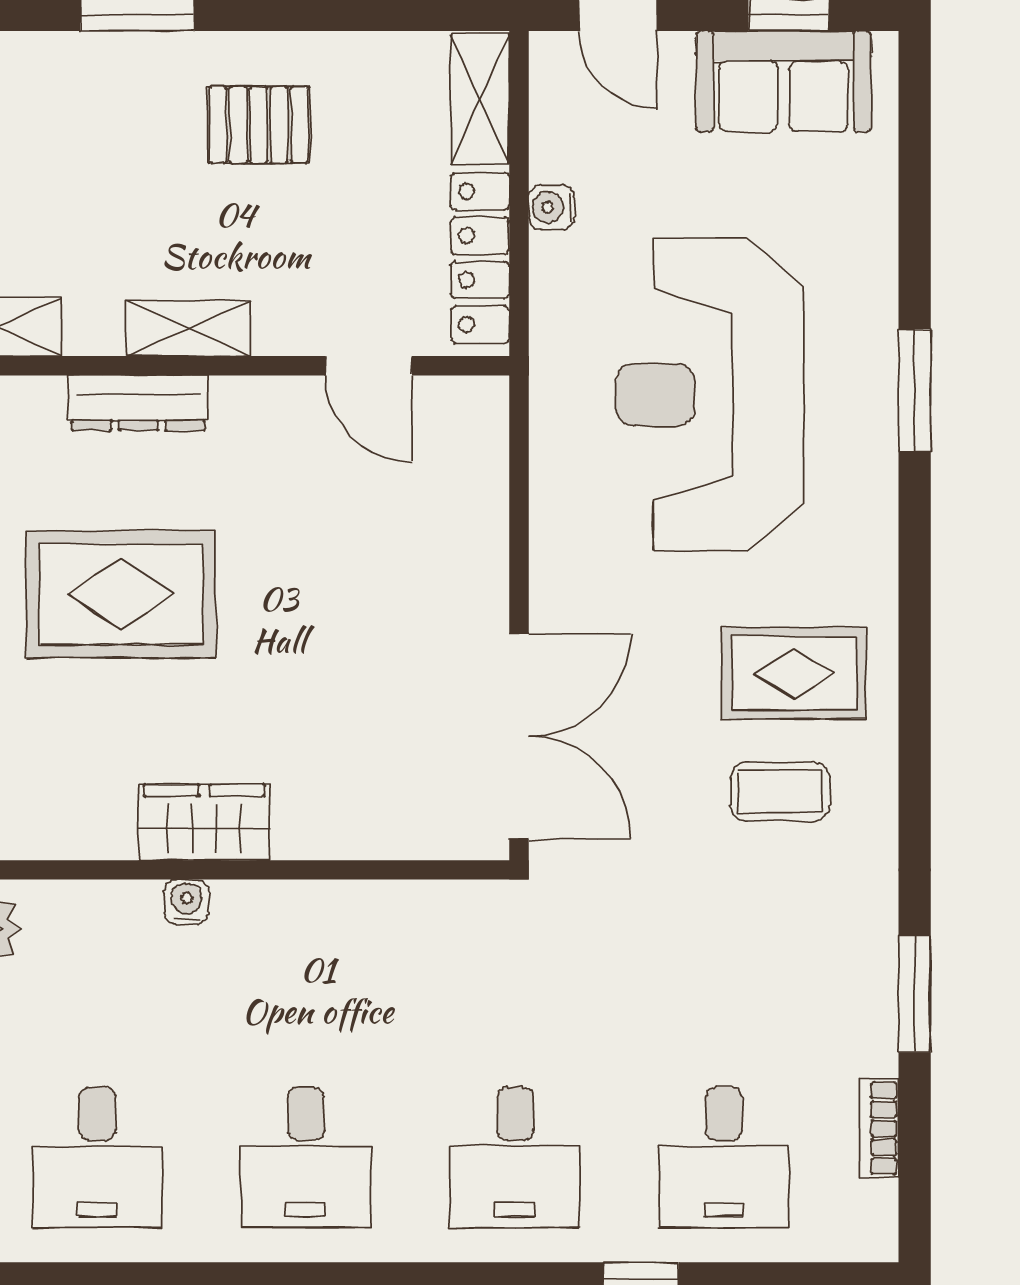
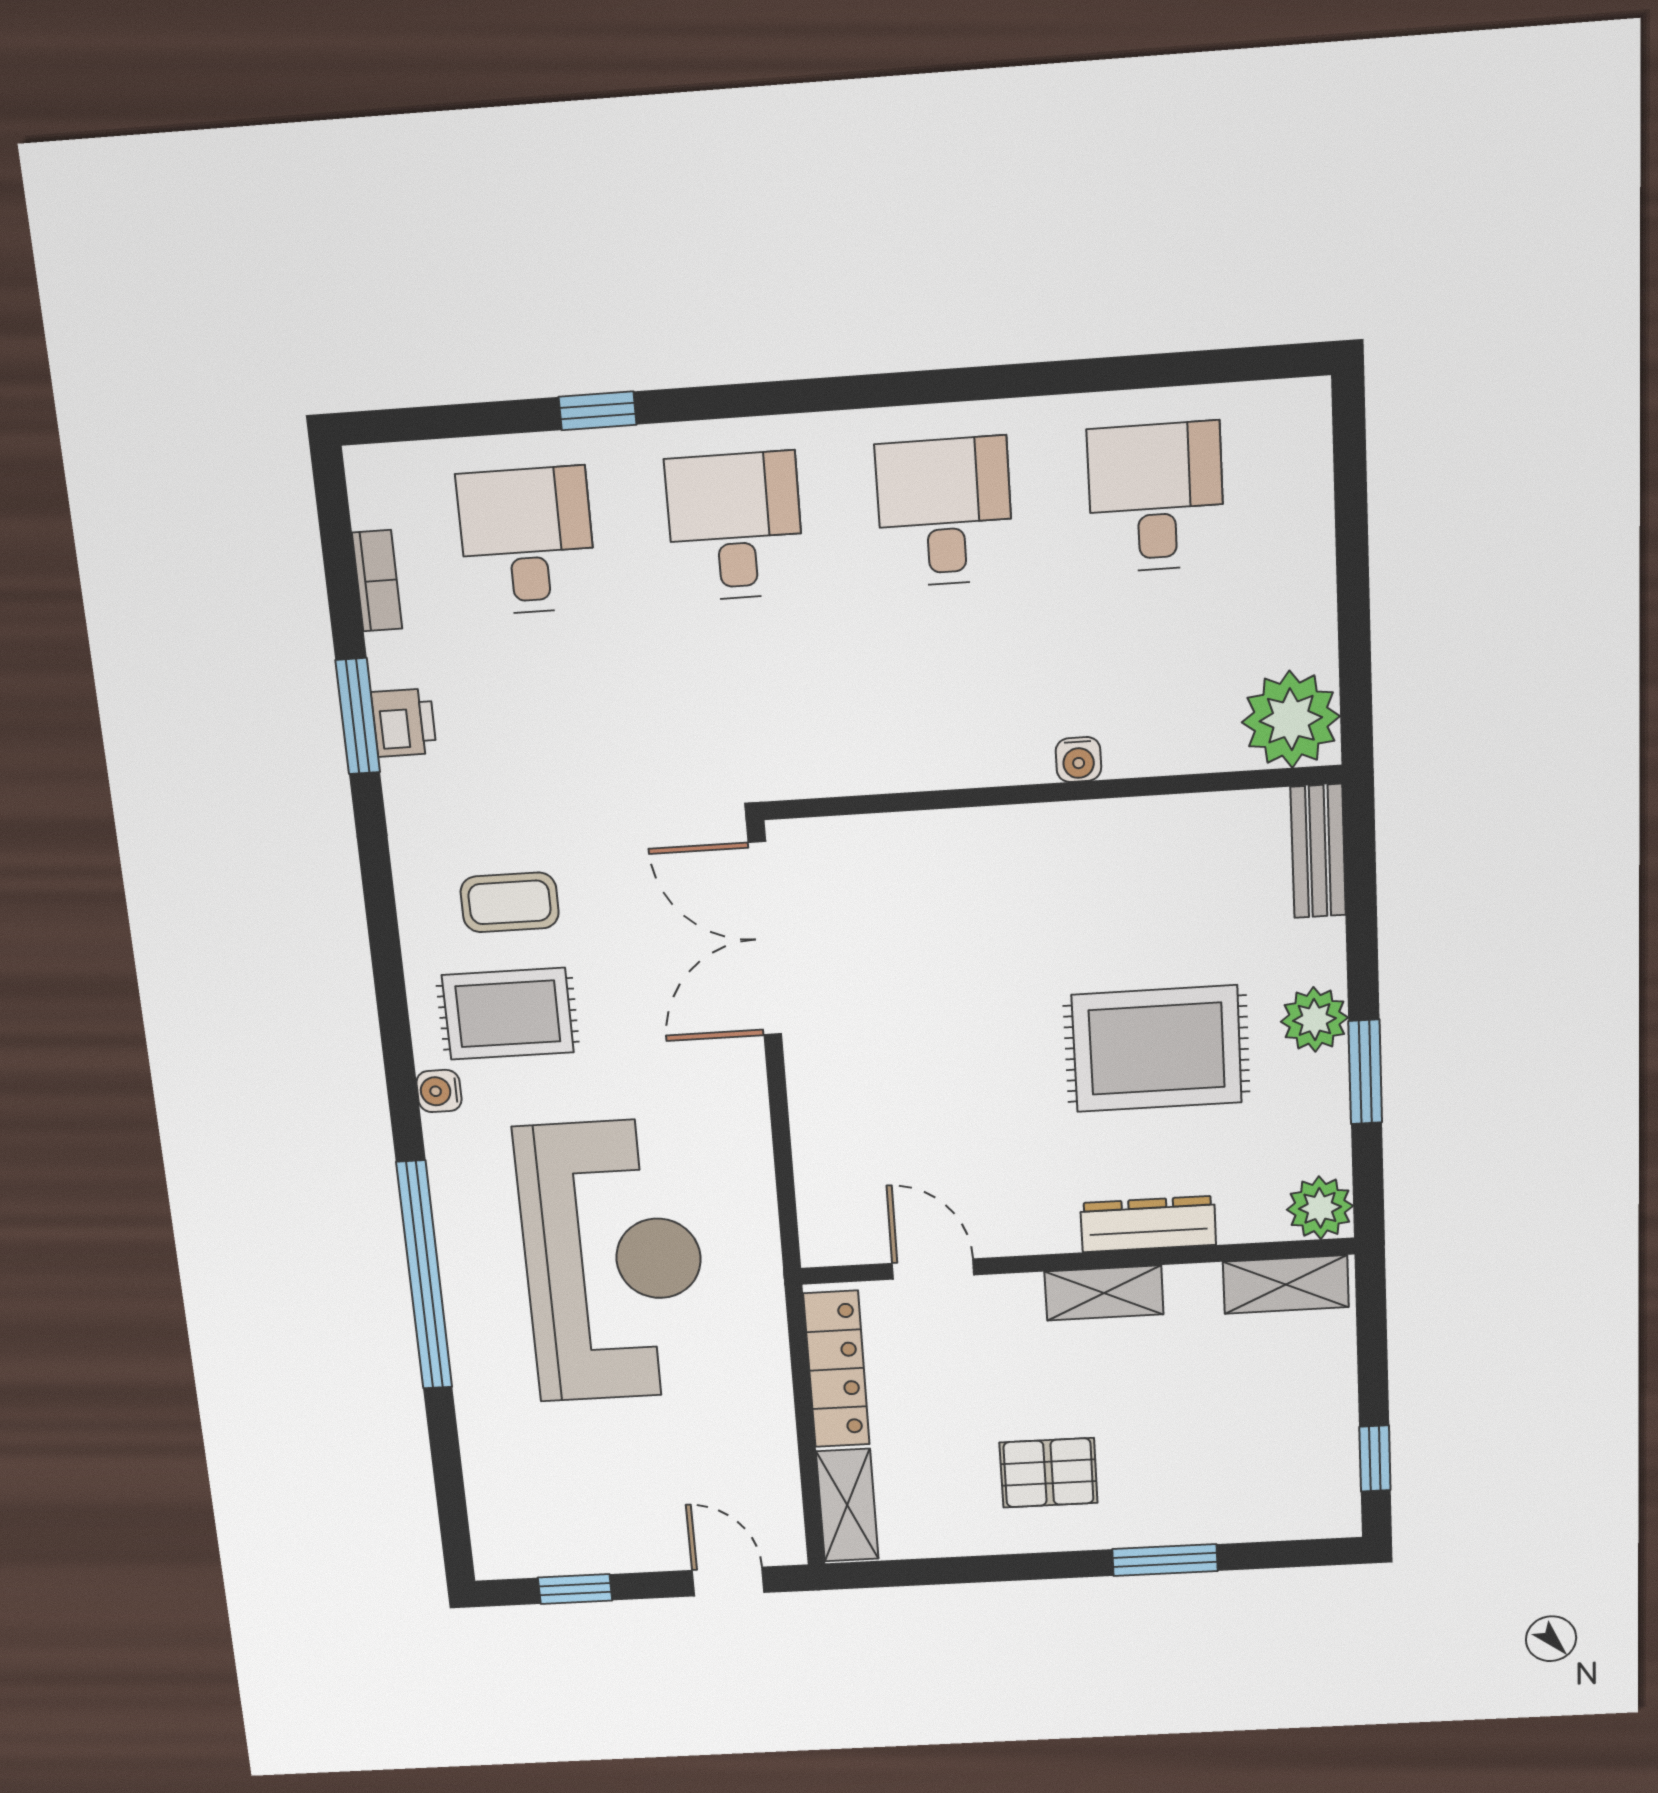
sofa: (784, 81) -> (574, 1534), removed
water cooler: (551, 207) -> (439, 1091), moved, turned 180
window: (915, 390) -> (424, 1275), width x2.11
wardrobe: (204, 822) -> (1065, 838), removed
printer: (868, 984) -> (404, 723), added

